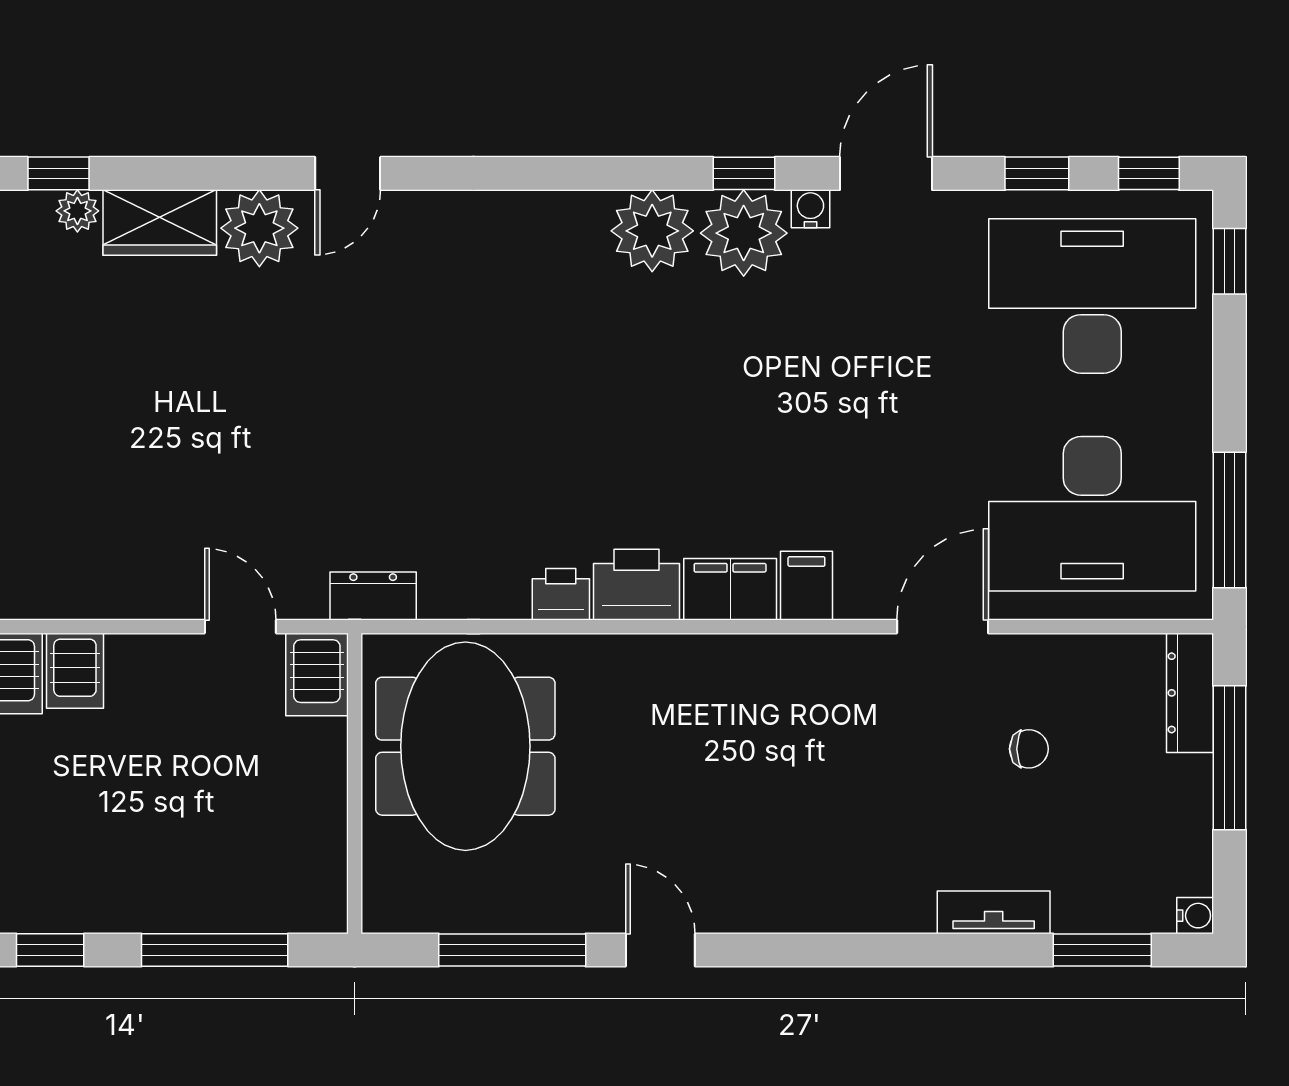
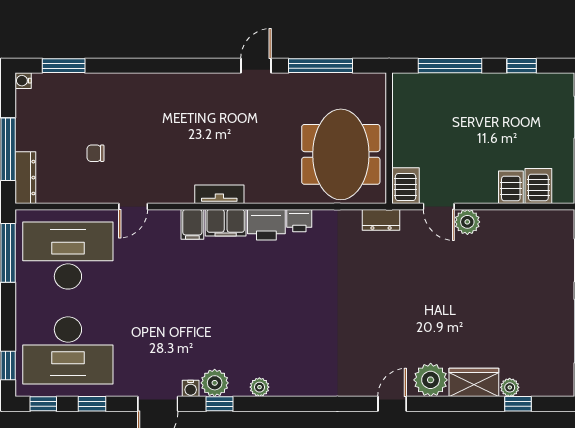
plant: (652, 231) -> (259, 387), width x0.53, depth x0.53
plant: (744, 233) -> (215, 383), width x0.73, depth x0.73
plant: (175, 591) -> (467, 222), added
door: (943, 627) -> (133, 206), width x0.73
tv unit: (994, 912) -> (219, 194), moved, turned 180
door: (660, 950) -> (256, 66), swing flipped

